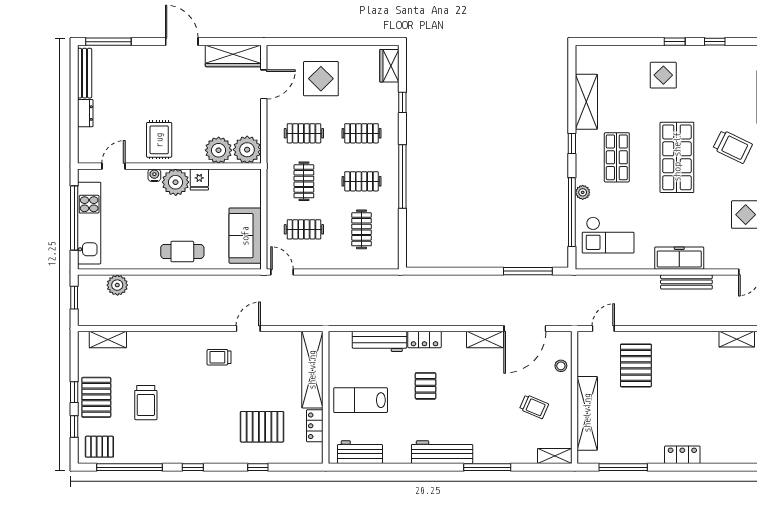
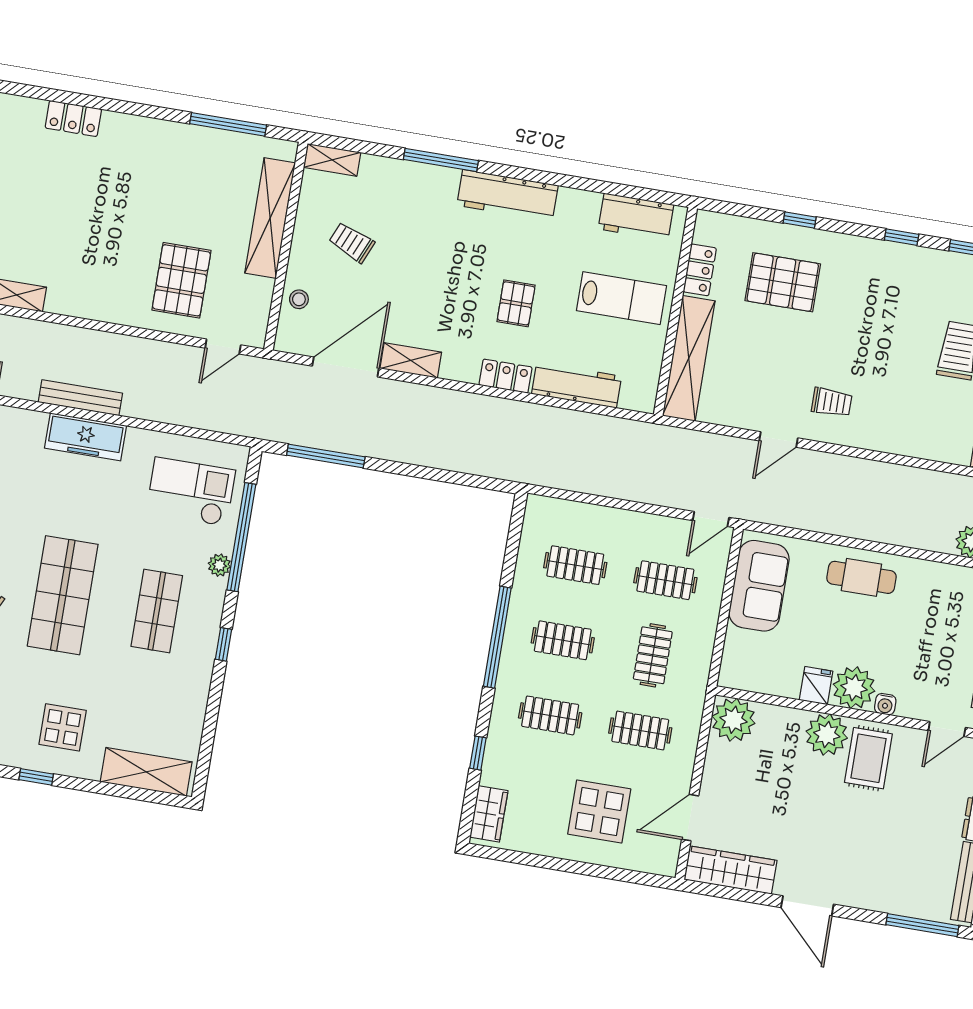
shelving: (586, 102) -> (146, 772), moved, turned 90
plant: (219, 150) -> (827, 735), moved
clothes rail: (361, 229) -> (575, 565), turned 90
door: (282, 272) -> (711, 519), hinge flipped
locker: (682, 455) -> (73, 118), moved

